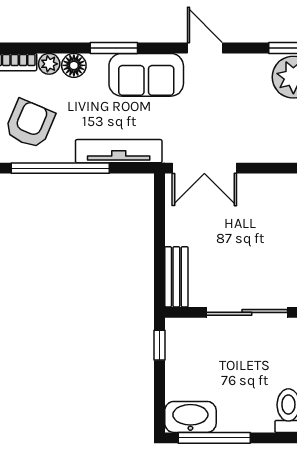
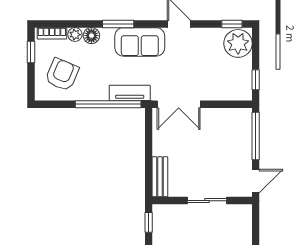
tv unit: (119, 151) -> (130, 93), width x0.71
window: (60, 168) -> (108, 104), moved
sliding door: (247, 312) -> (207, 201), width x0.73

